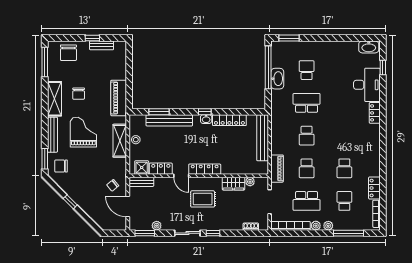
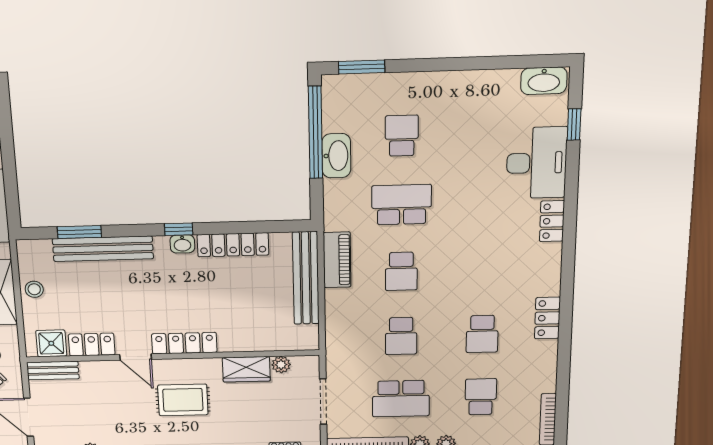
piano: (277, 169) -> (337, 260), moved
locker: (374, 188) -> (547, 318), moved

